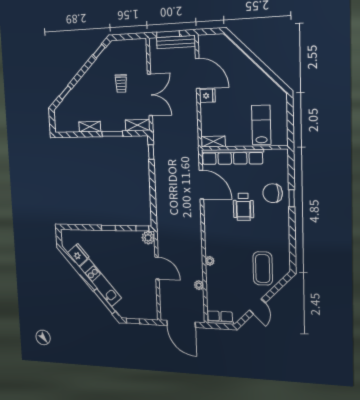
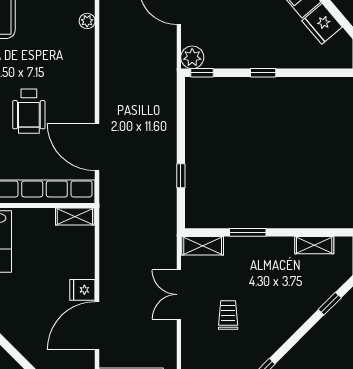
door: (198, 73) -> (97, 326), hinge flipped
double door: (150, 95) -> (179, 295), width x0.73
shelving: (90, 127) -> (314, 245), moved
window: (151, 152) -> (181, 176), moved
wheelchair: (243, 207) -> (29, 111), turned 180

